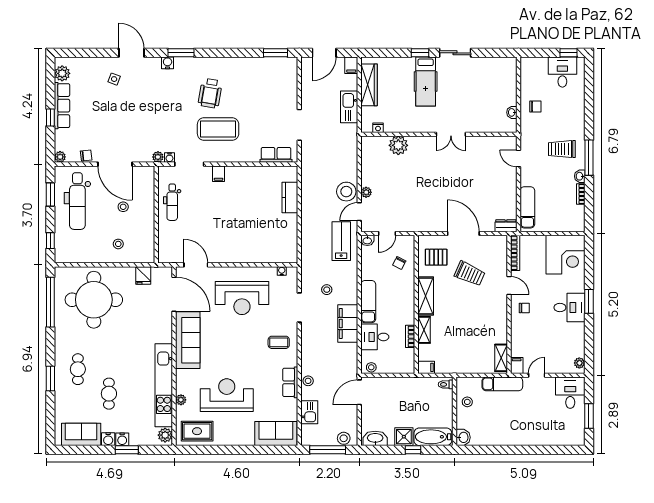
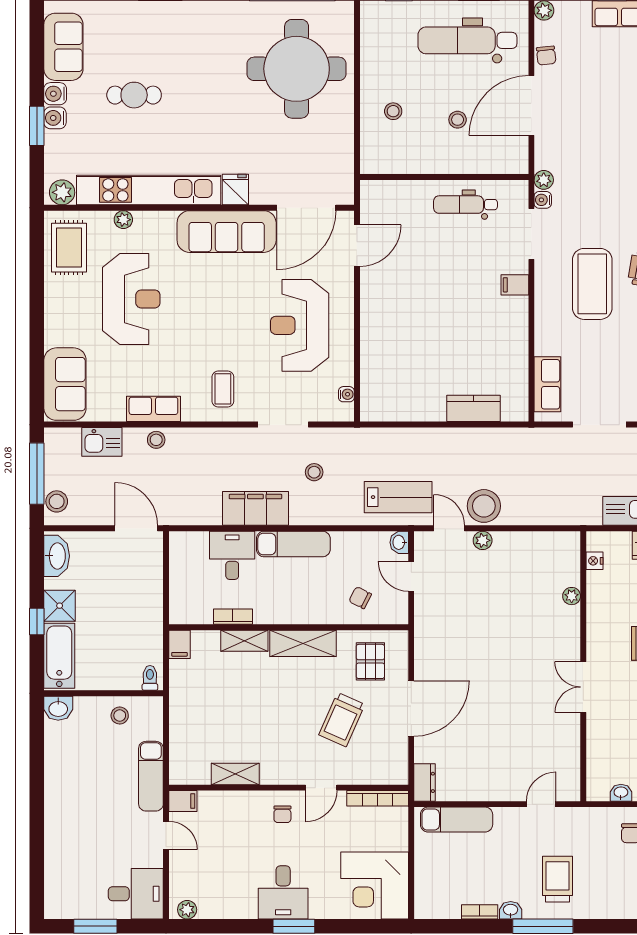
plant: (398, 145) -> (572, 596), width x0.53, depth x0.53
fridge: (143, 275) -> (235, 190), moved, turned 90
shelving: (501, 358) -> (235, 774), moved
stool: (371, 367) -> (180, 549), removed
cafe table: (78, 369) -> (176, 41), removed

